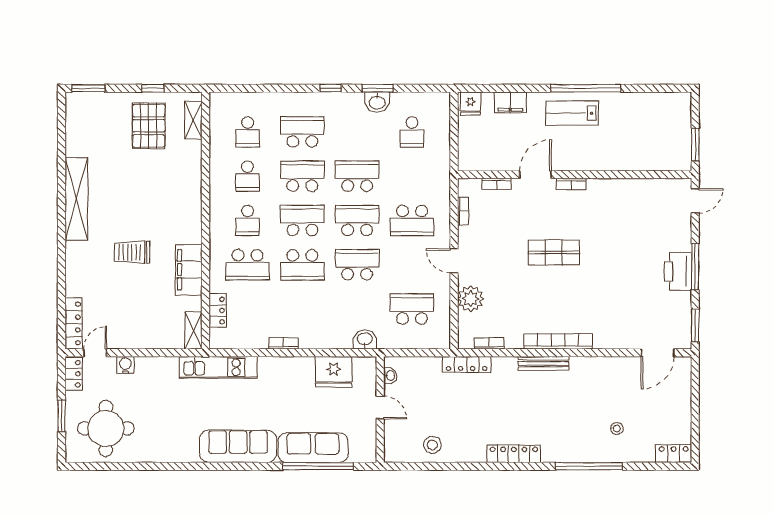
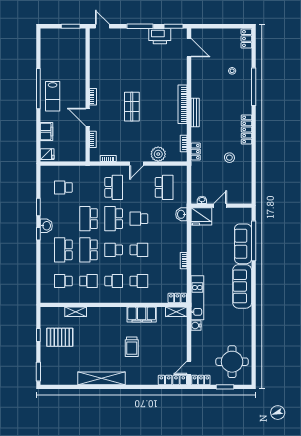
washbasin: (377, 102) -> (46, 226), moved
shelving: (193, 120) -> (76, 312), moved
school desk: (247, 132) -> (63, 281), turned 180
school desk: (412, 132) -> (63, 187), turned 180
school desk: (302, 220) -> (114, 250), width x0.54
school desk: (247, 265) -> (139, 281), width x0.54
school desk: (302, 265) -> (139, 250), width x0.54
school desk: (357, 265) -> (139, 219), width x0.54
printer: (678, 271) -> (160, 36), moved
school desk: (412, 309) -> (164, 187), turned 180
locker: (218, 311) -> (177, 298), moved
door: (95, 353) -> (189, 368), hinge flipped
locker: (467, 364) -> (196, 152), width x0.66
water cooler: (125, 365) -> (196, 326), moved
fridge: (334, 372) -> (201, 216), moved, turned 90
stool: (432, 445) -> (229, 158), moved

